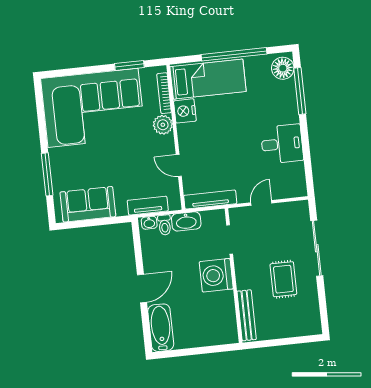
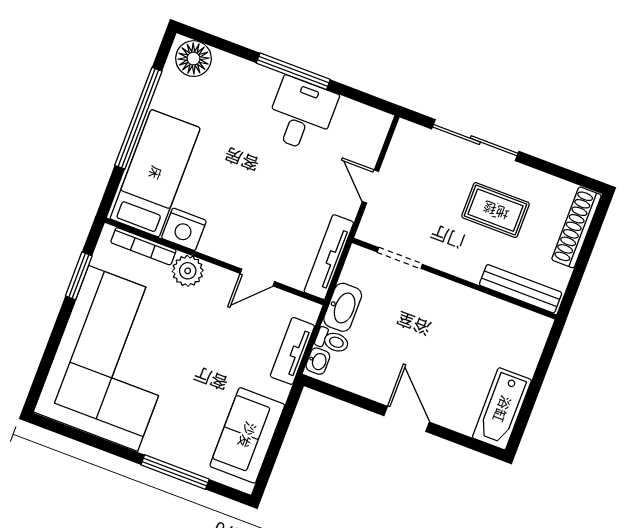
window: (300, 91) -> (293, 71), moved
washing machine: (216, 275) -> (441, 303), removed
bathtub: (161, 328) -> (502, 409), moved, turned -90
shoe rack: (297, 329) -> (576, 227), added

